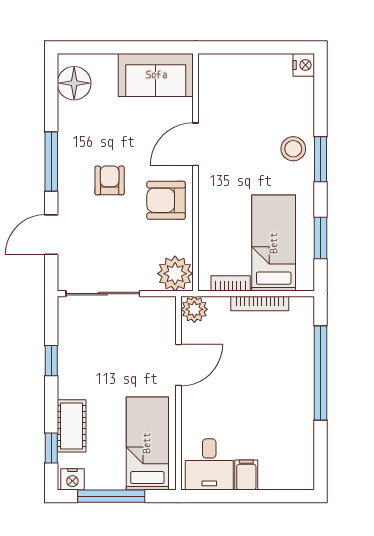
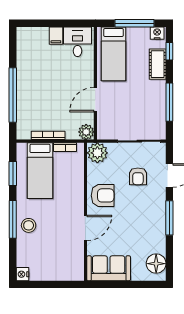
window: (320, 159) -> (13, 219), width x1.44
armchair: (110, 180) -> (138, 176), moved
window: (51, 361) -> (169, 102), width x2.17

